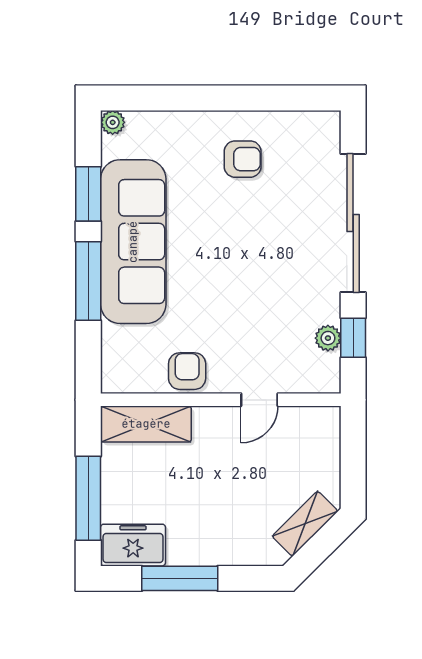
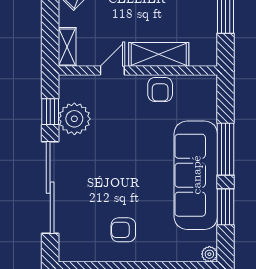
plant: (328, 338) -> (74, 119), width x1.88, depth x1.88
shelving: (146, 424) -> (159, 54), moved
shelving: (328, 435) -> (67, 47), added

